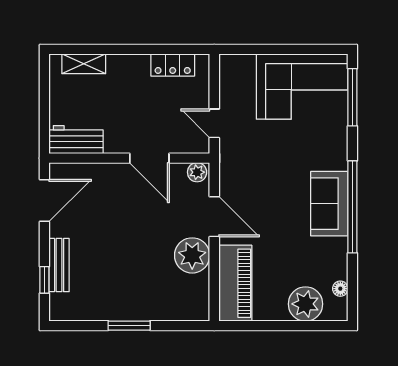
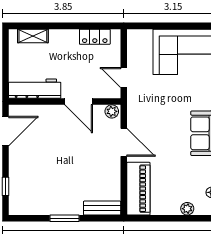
workbench: (76, 140) -> (35, 89), width x1.37
plant: (192, 255) -> (108, 169), removed
bench: (59, 265) -> (102, 208), moved, turned 90
plant: (305, 304) -> (187, 209), width x0.53, depth x0.53

